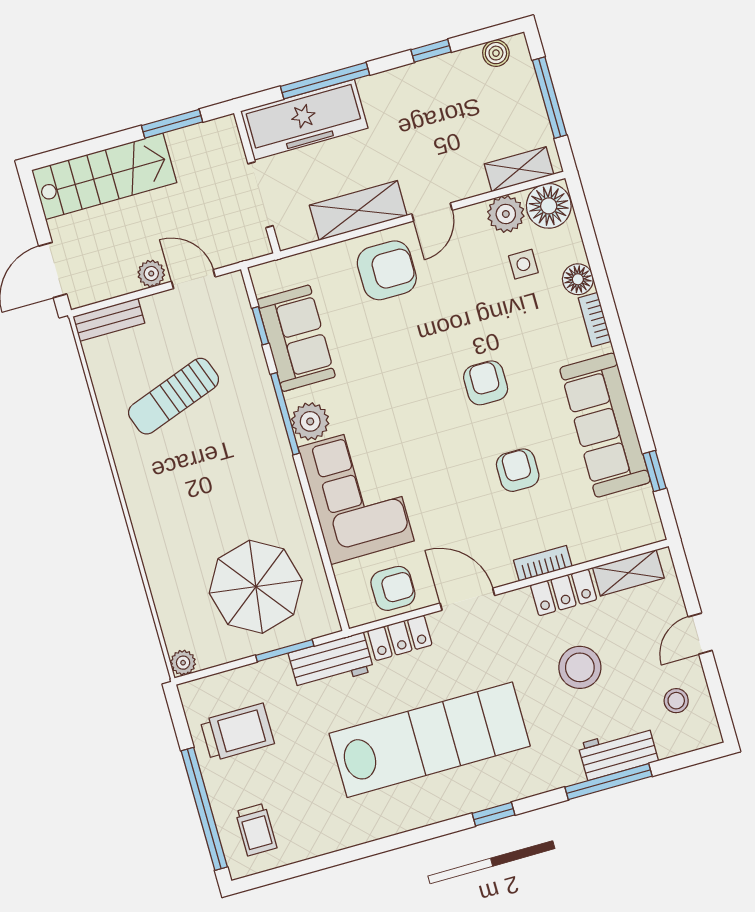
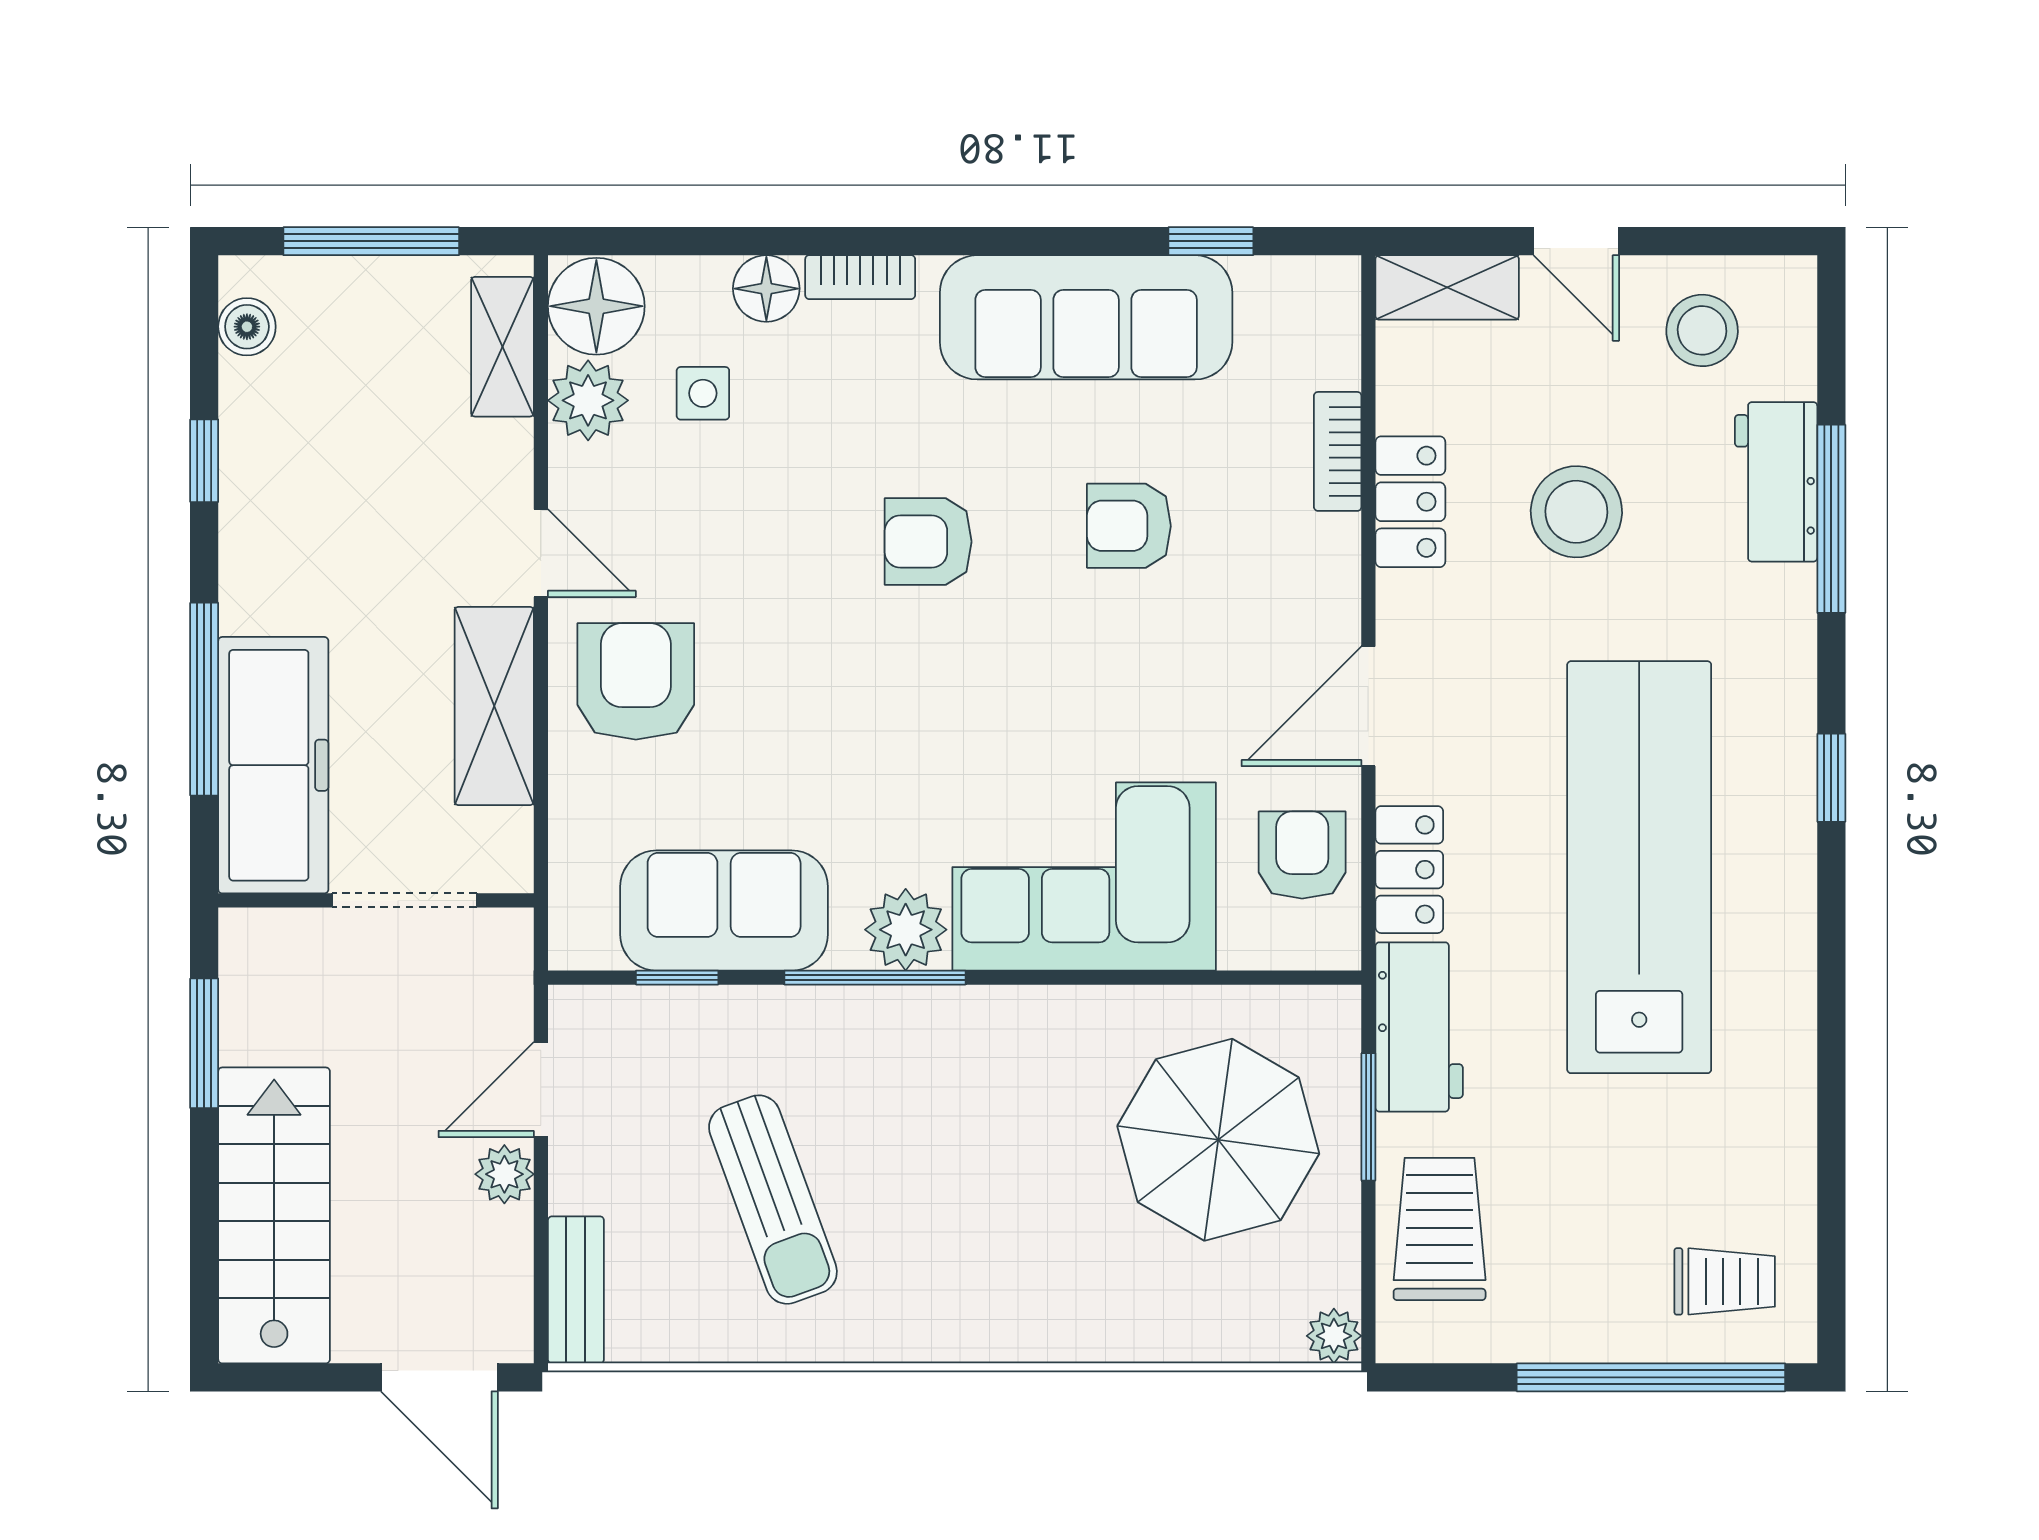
bookcase: (543, 563) -> (1338, 451), moved
shelving: (628, 573) -> (1447, 287), moved, turned 90
stool: (676, 701) -> (1702, 330), width x1.37, depth x1.37
trolley: (237, 732) -> (1440, 1229), moved

